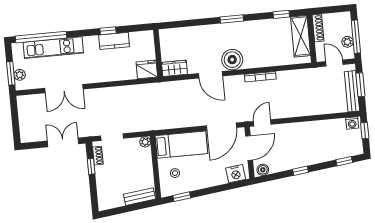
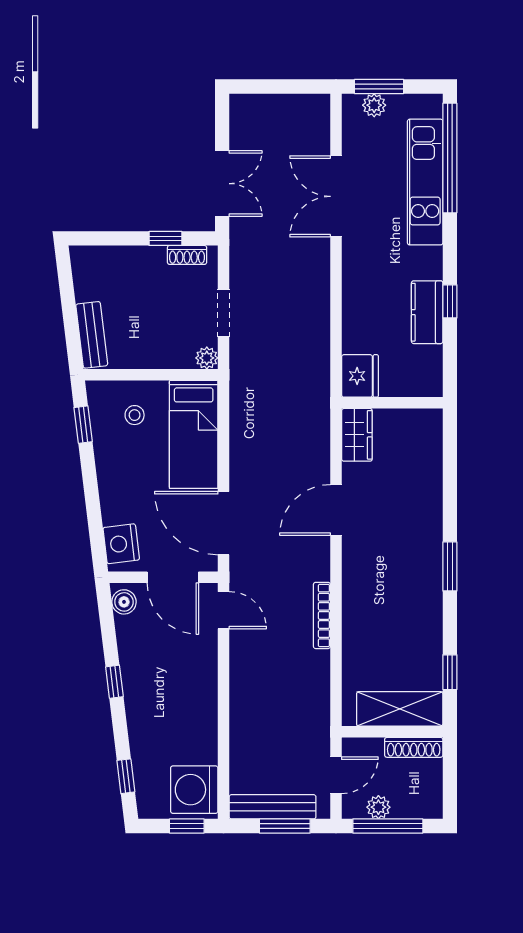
boiler: (232, 60) -> (364, 559), removed
washing machine: (352, 123) -> (194, 790), width x1.89, depth x1.89
doorway: (112, 137) -> (224, 313), moved

